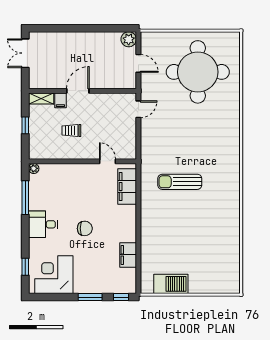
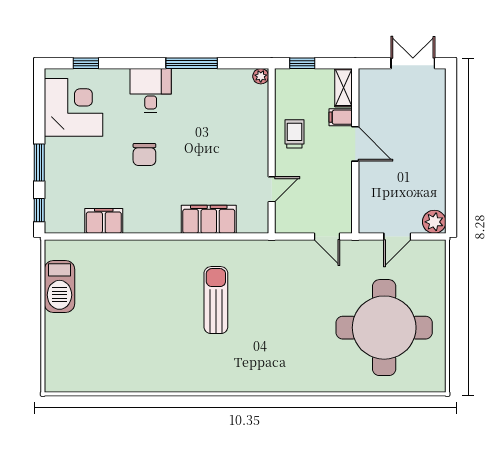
wall: (82, 161) -> (272, 151), moved
door: (107, 161) -> (272, 189), moved
plant: (34, 168) -> (261, 76), moved

